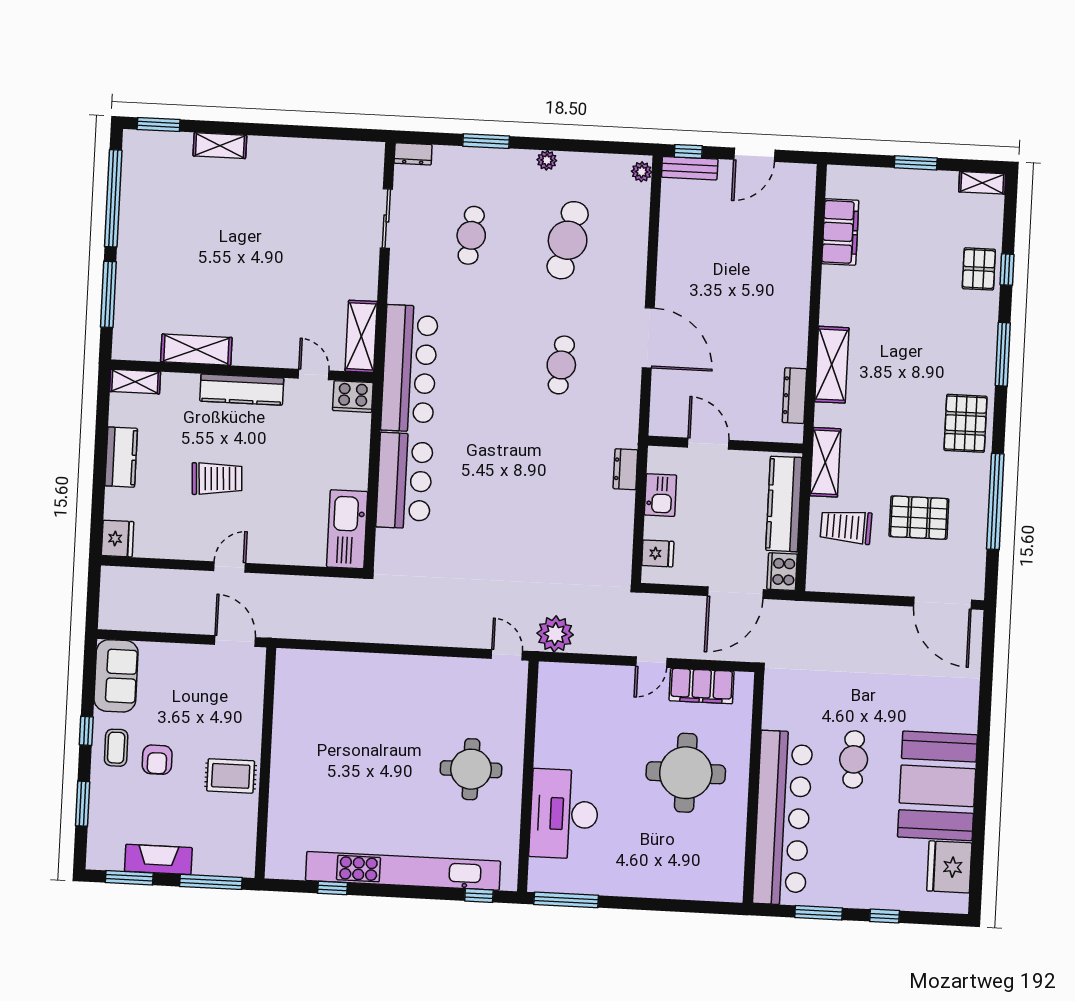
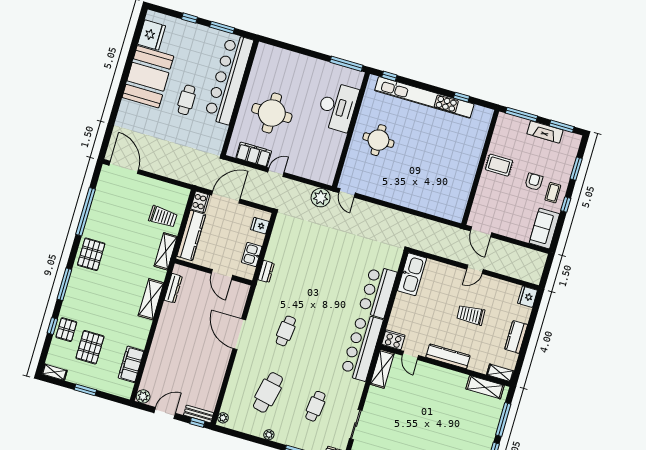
plant: (803, 177) -> (143, 396), added
shelving: (196, 350) -> (485, 387), moved
pallet: (919, 518) -> (90, 347), moved, turned 90

